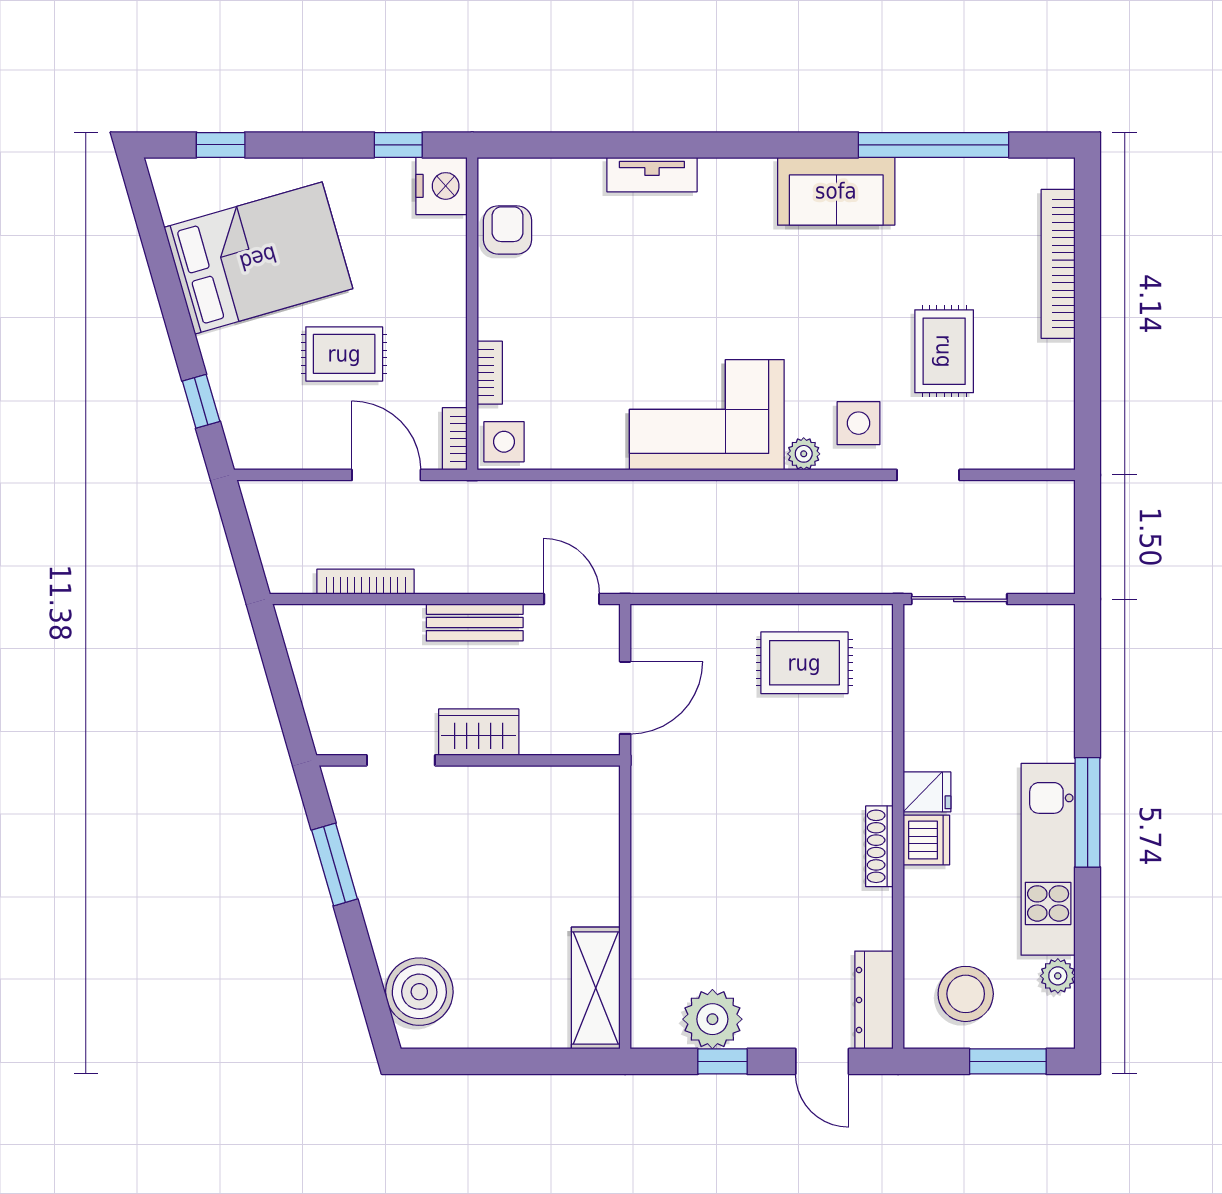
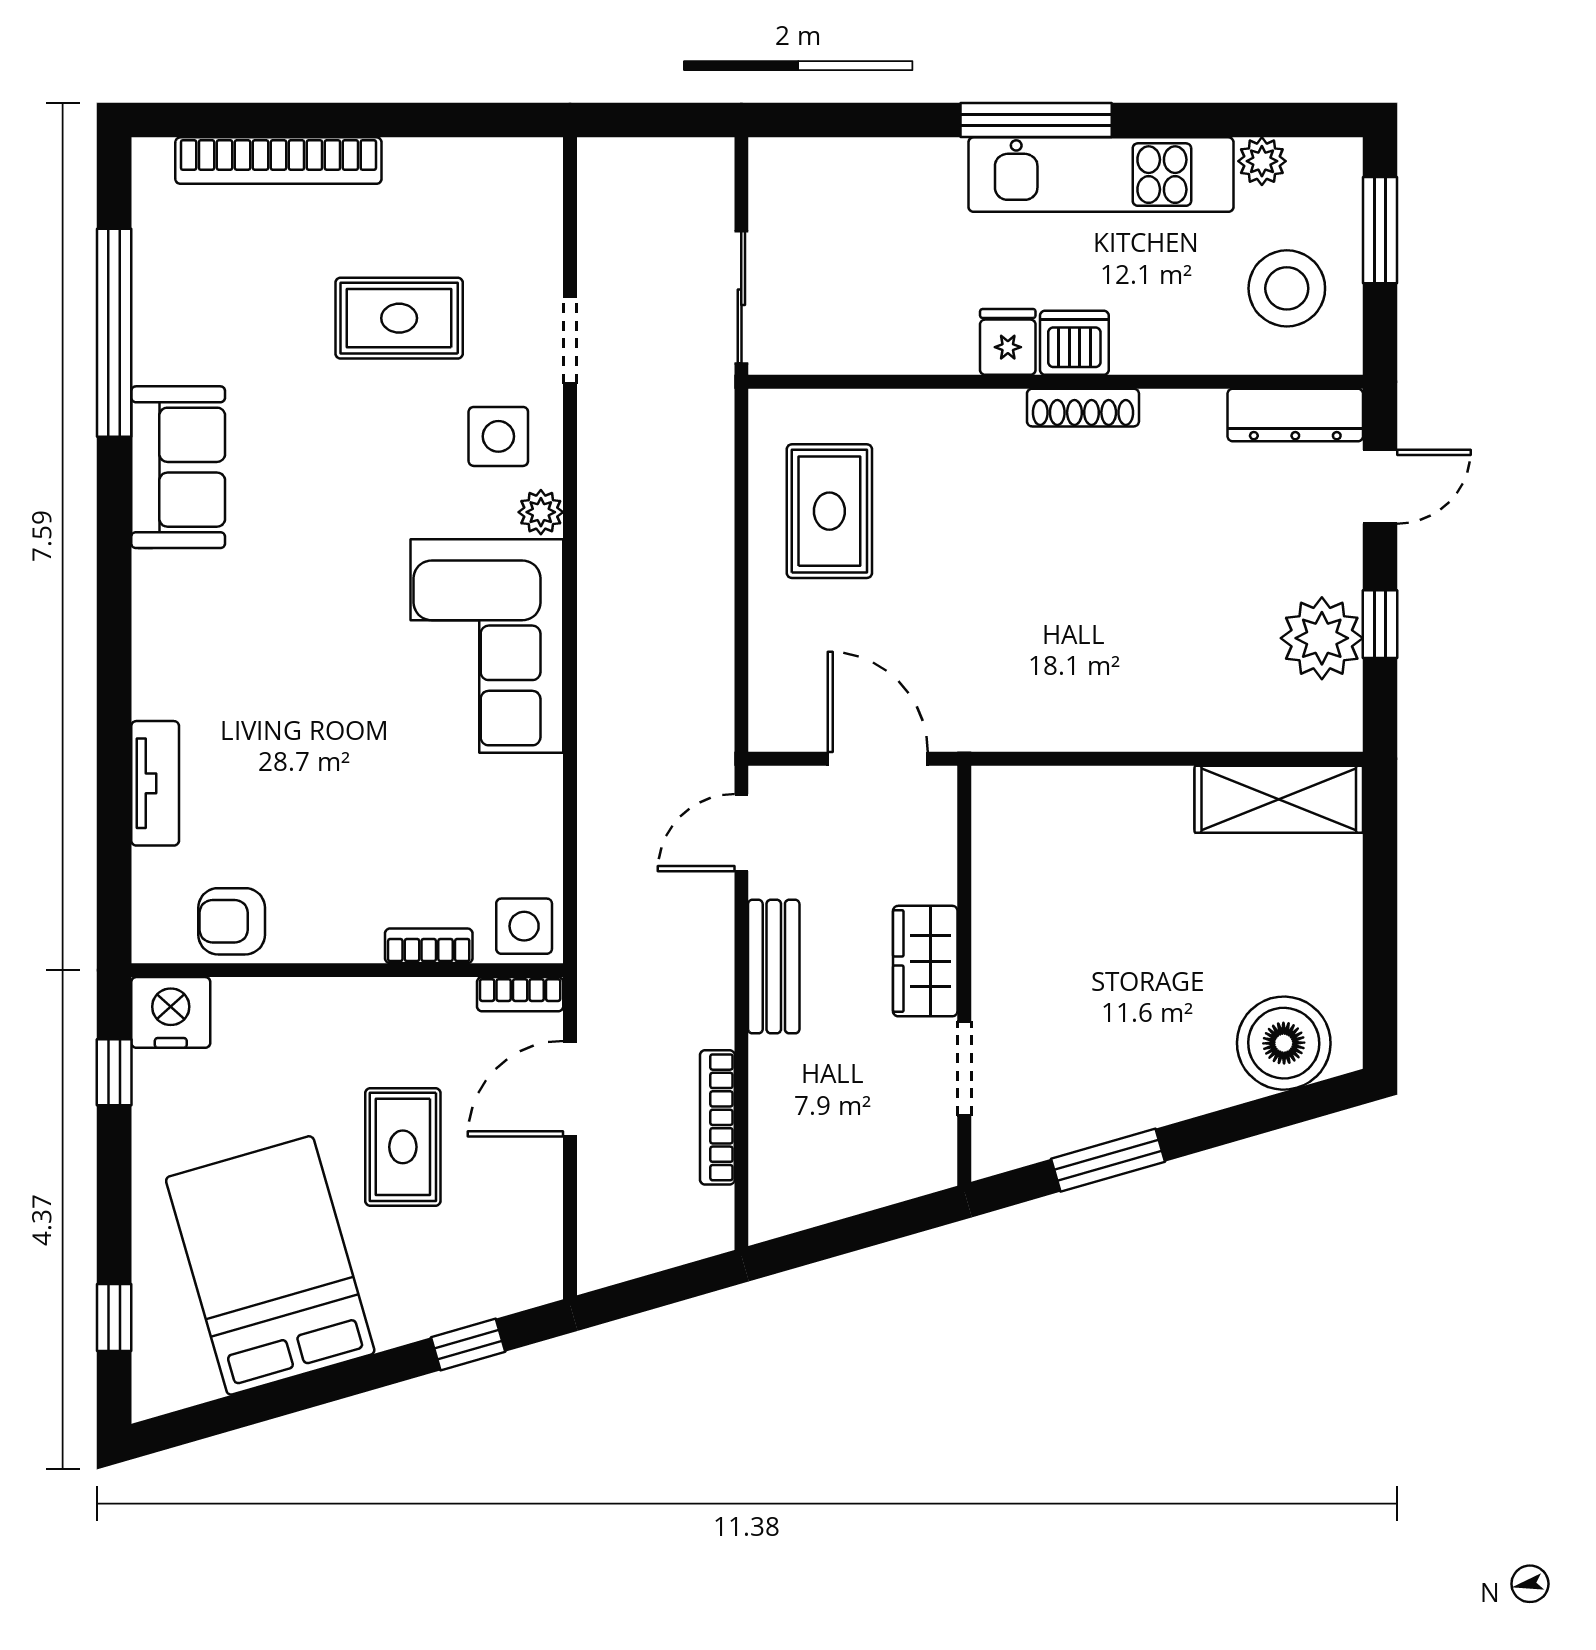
tv unit: (652, 175) -> (155, 783), moved

